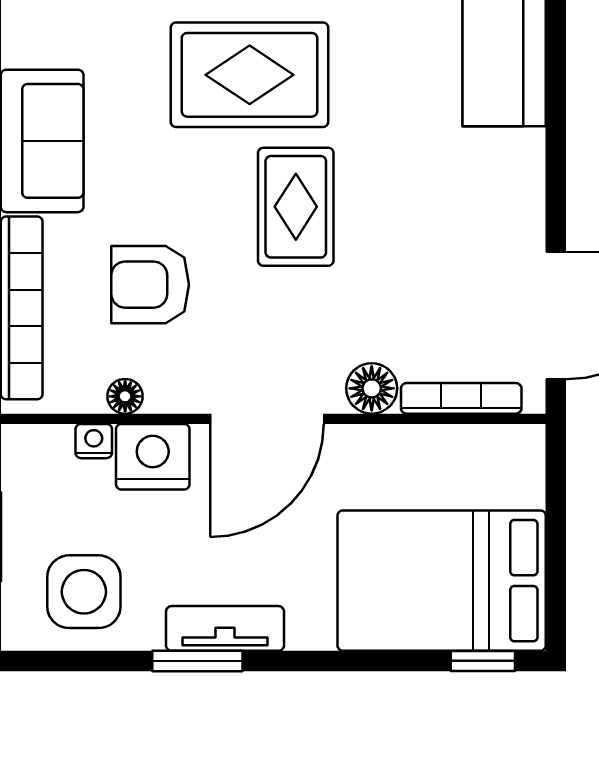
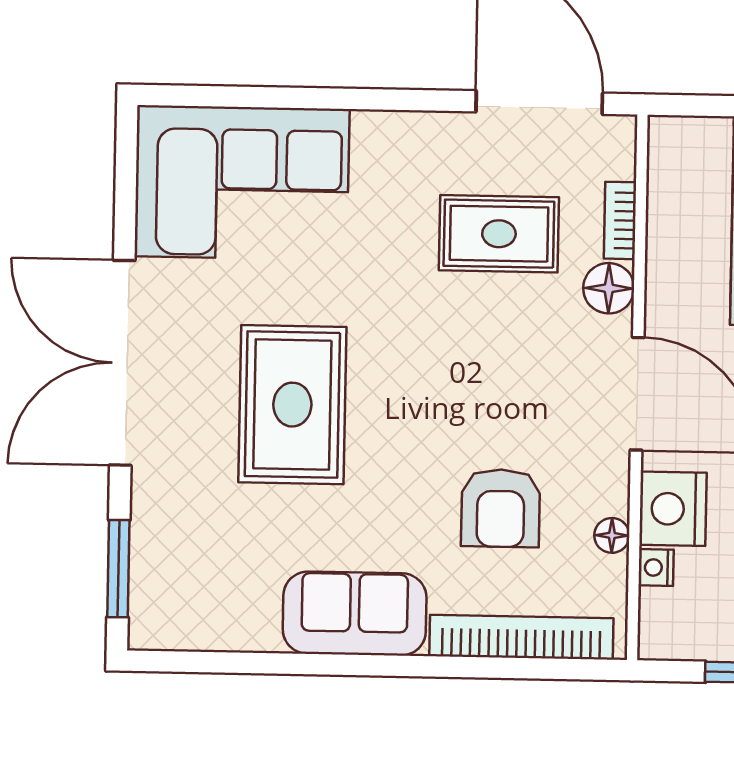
rug: (296, 207) -> (499, 234), moved
bookcase: (461, 398) -> (620, 220), width x0.64

